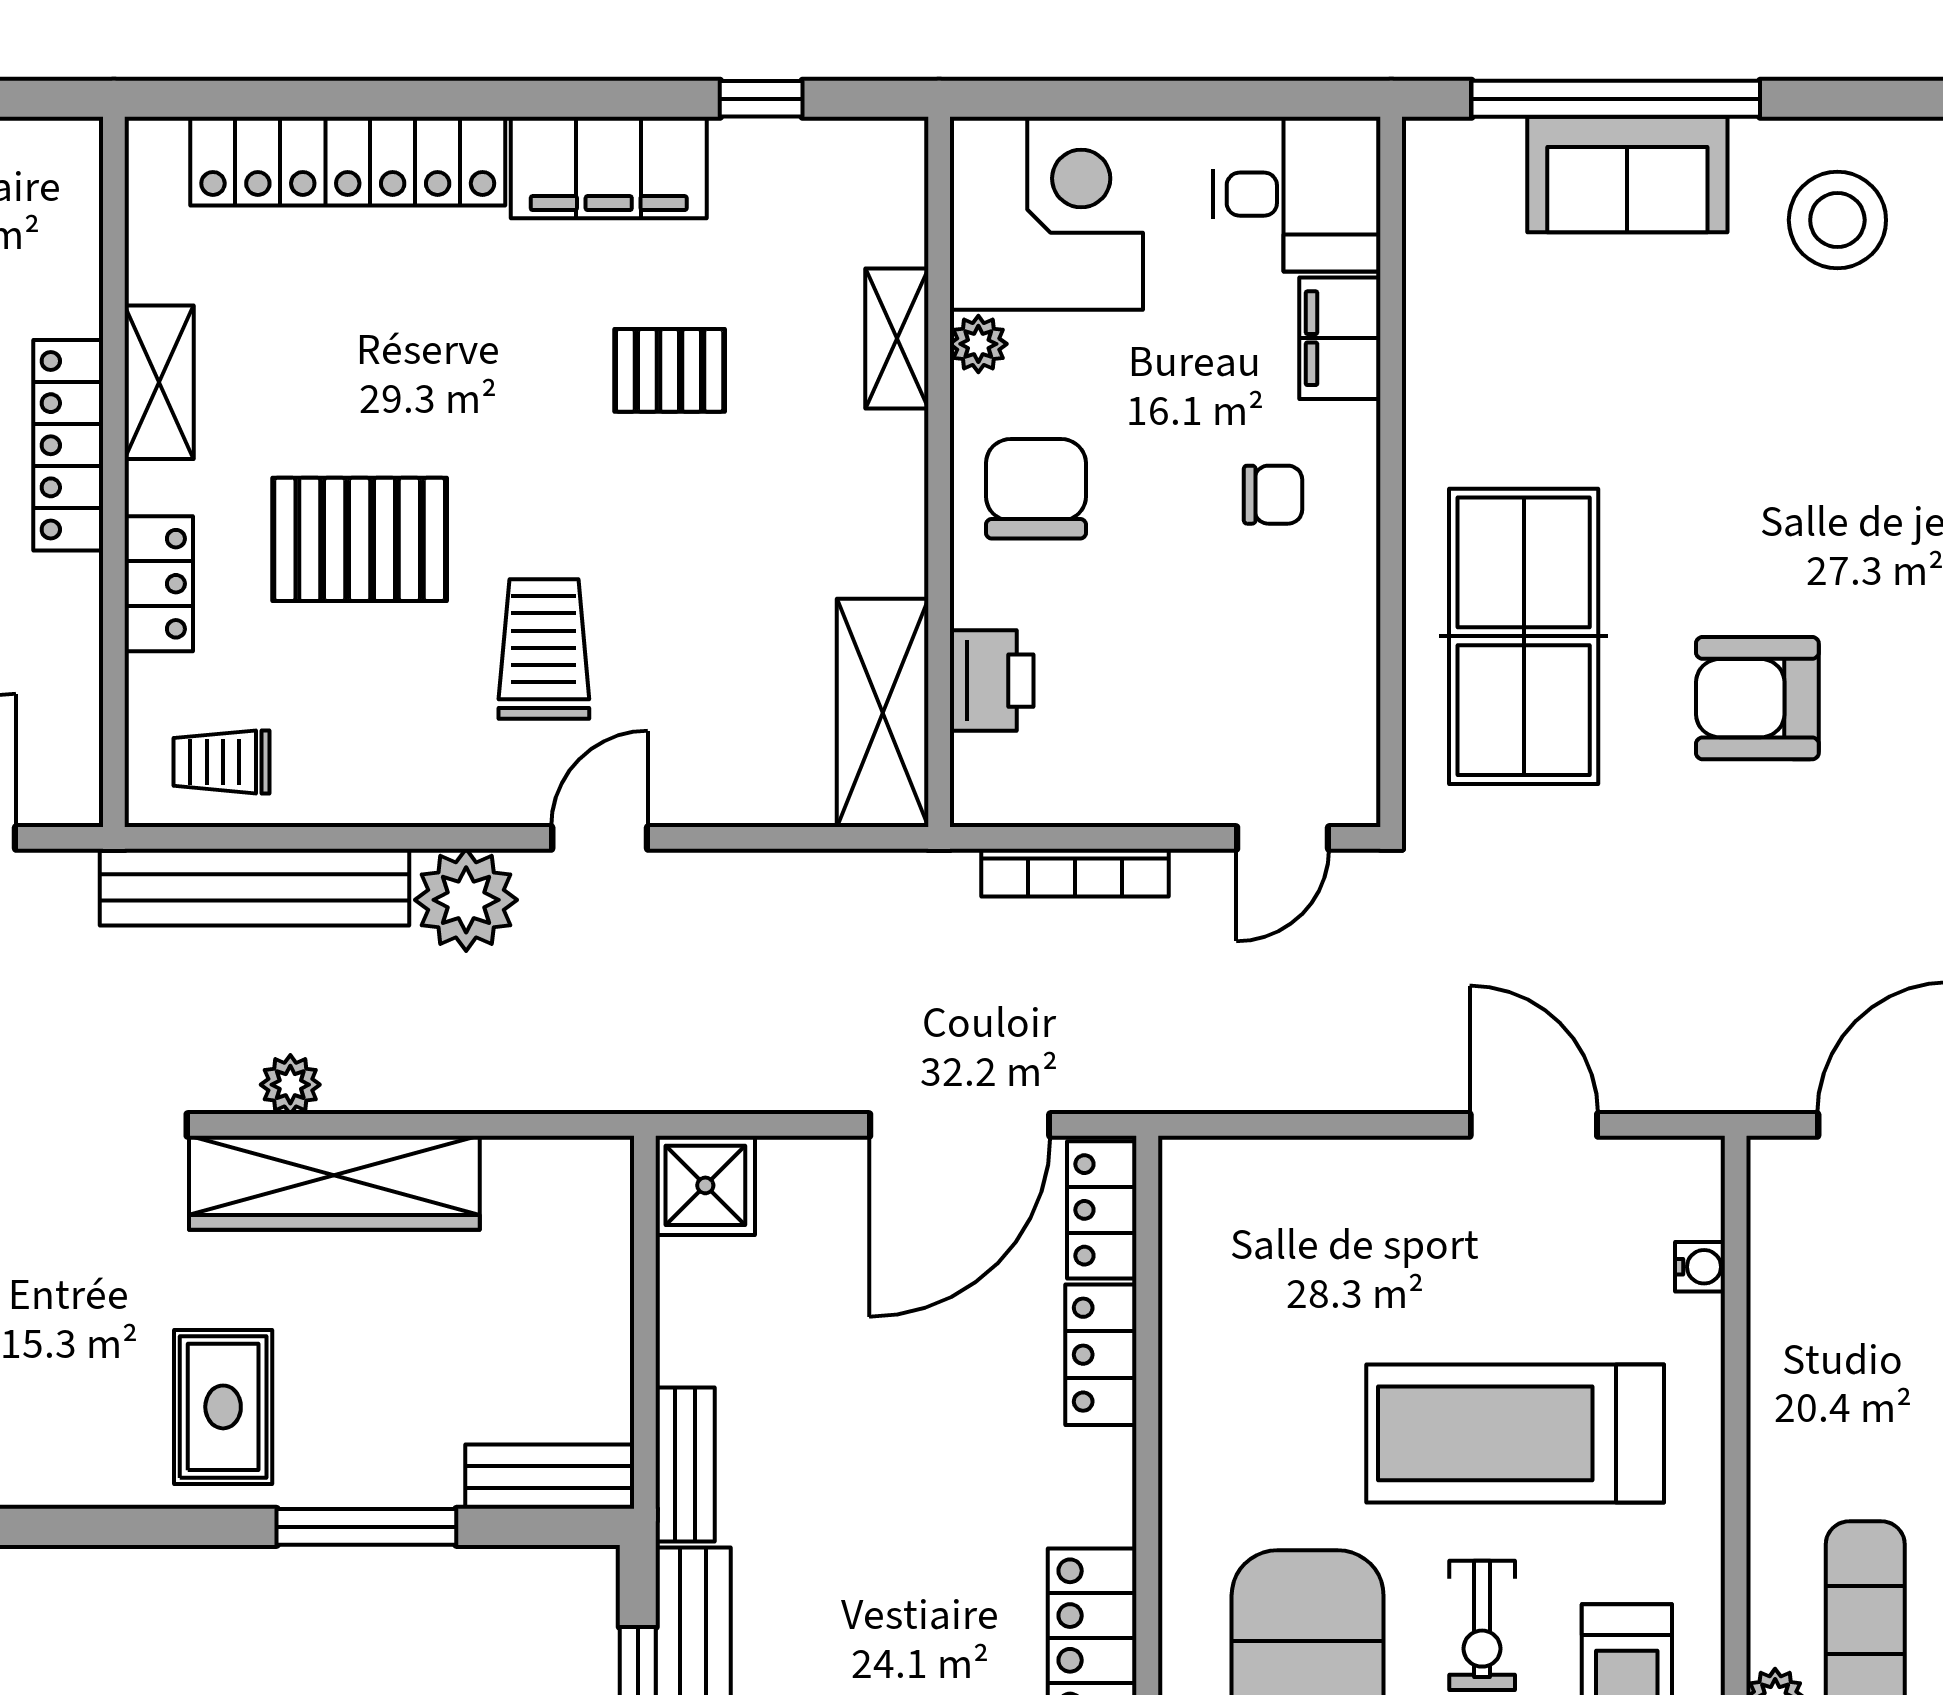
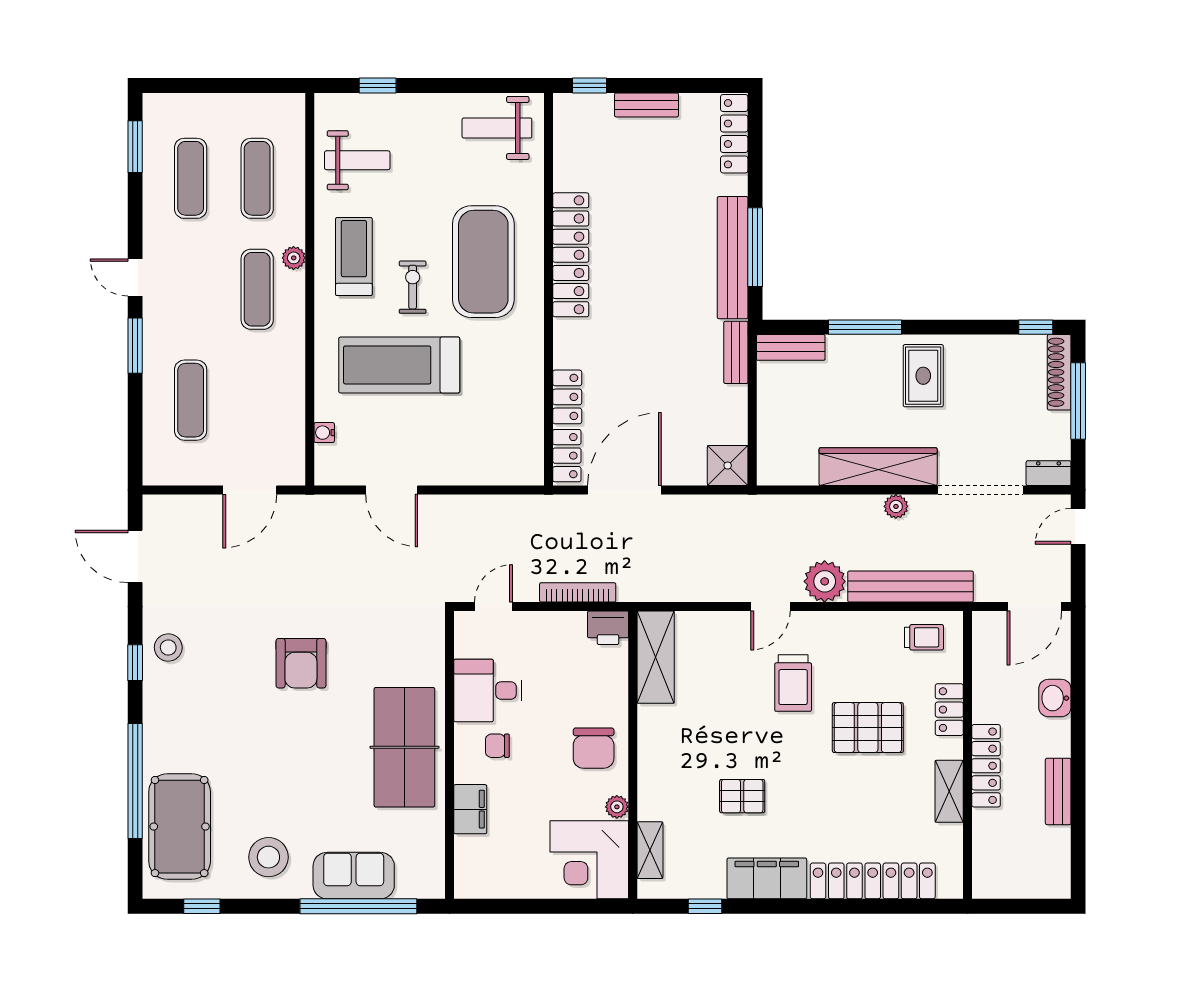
desk: (1297, 194) -> (488, 691), moved
shelving: (897, 339) -> (650, 850), moved
table tennis table: (1524, 636) -> (404, 747), moved
printer: (992, 681) -> (608, 628), moved, turned -90
armchair: (1757, 698) -> (301, 663), turned 90
treadmill: (1515, 1433) -> (399, 365), turned 180

